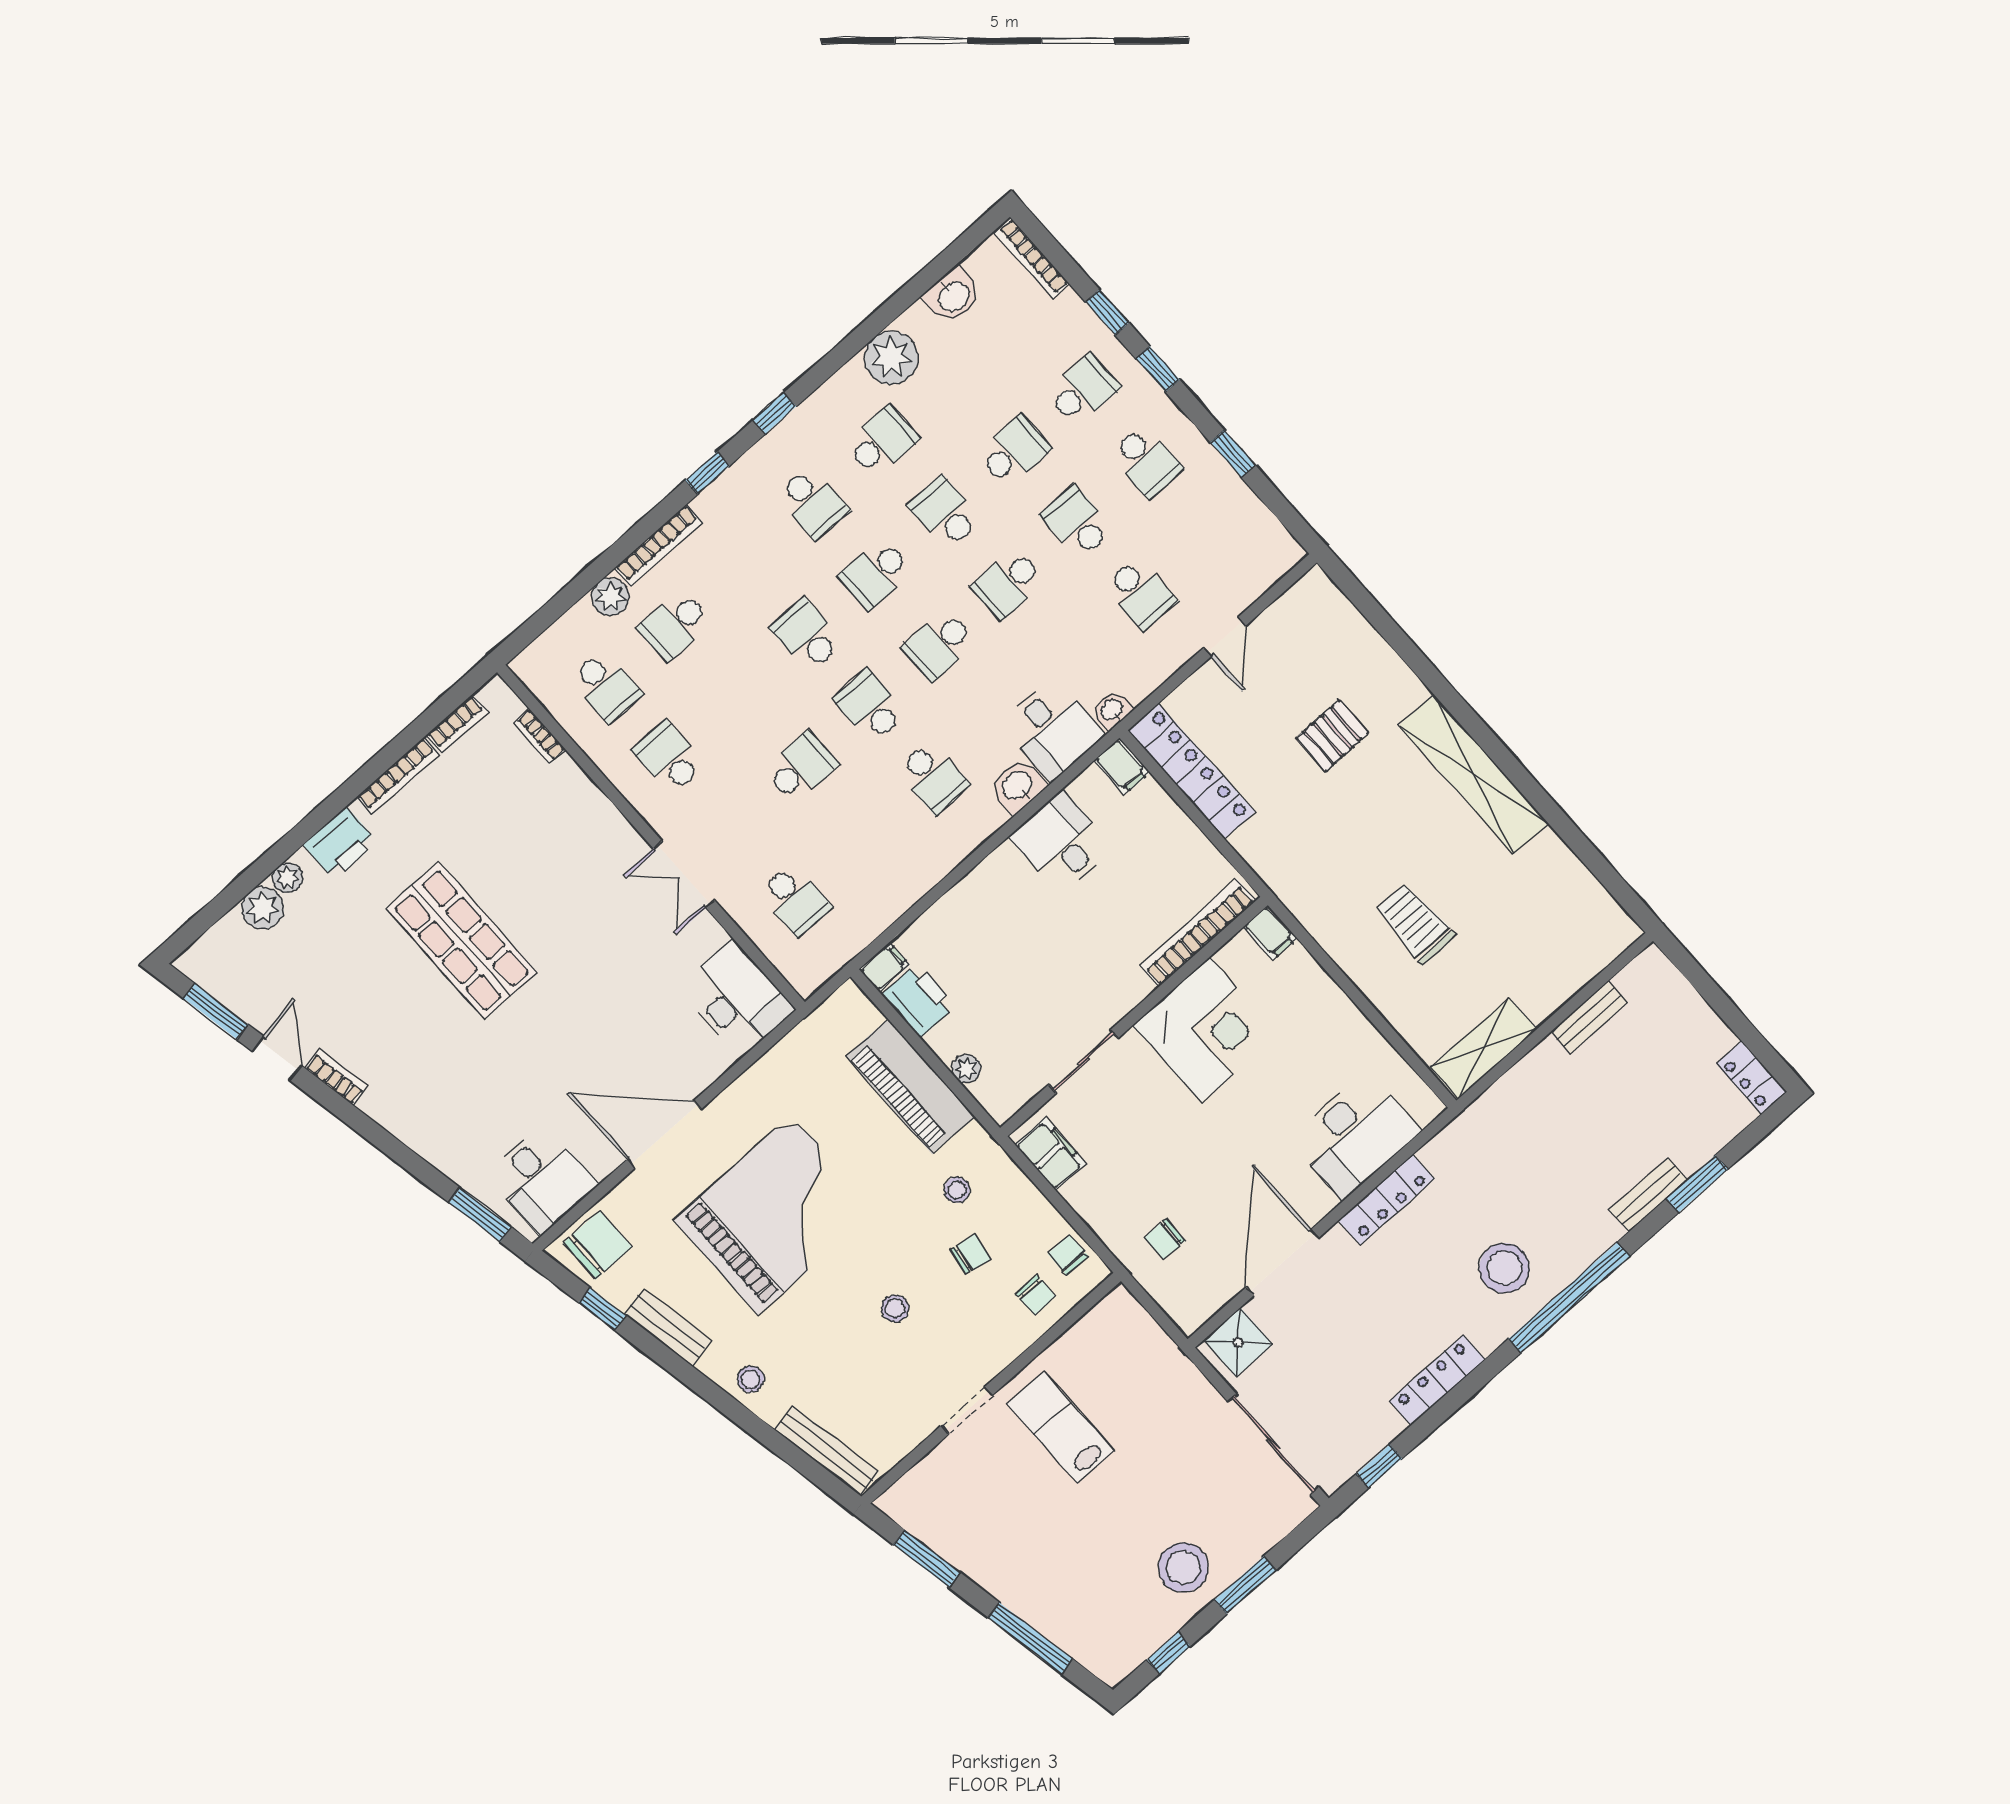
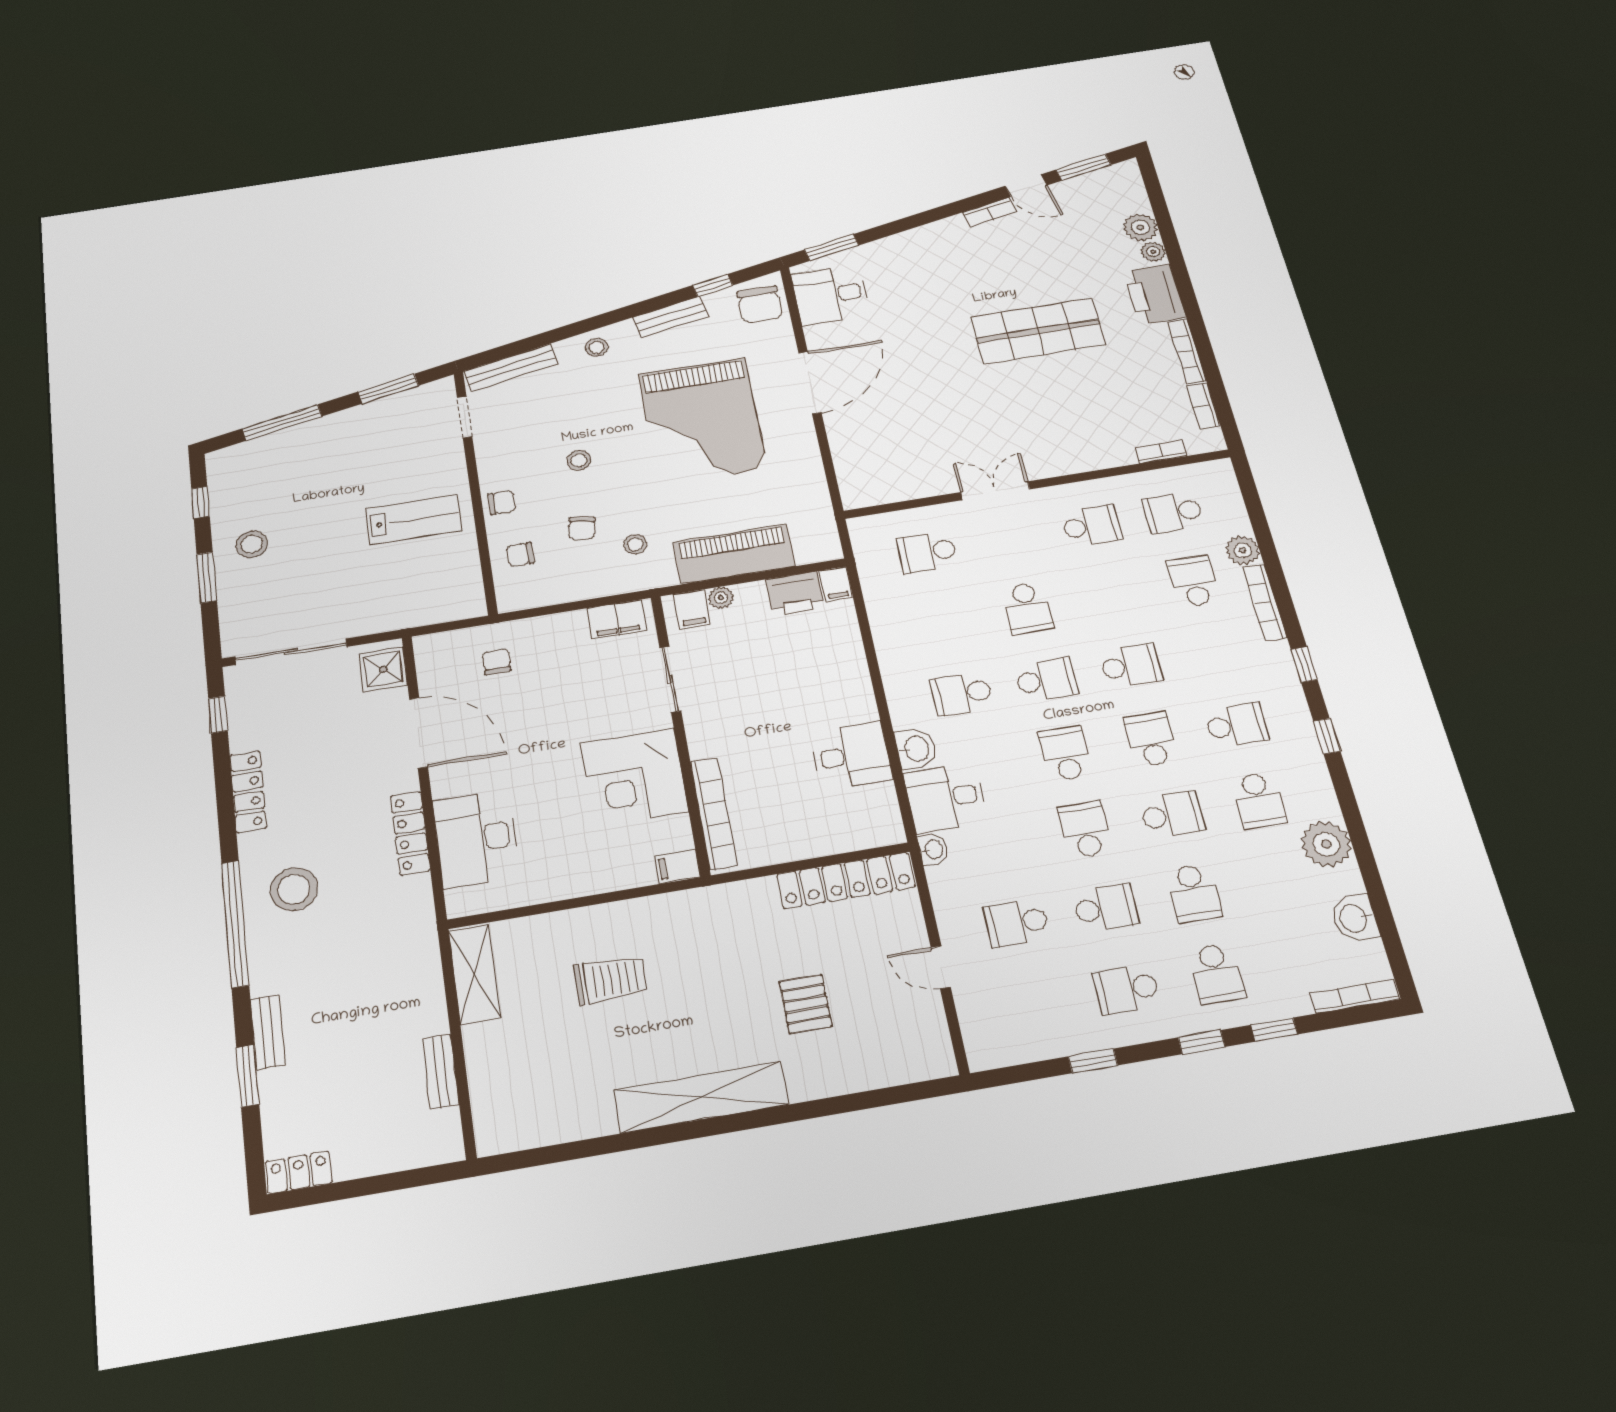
school desk: (813, 503) -> (1236, 725), turned 180
filing cabinet: (1122, 766) -> (692, 609), moved, turned -90
printer: (340, 843) -> (1155, 294), width x1.37, depth x1.19
desk: (736, 999) -> (878, 477), removed
chair: (1068, 1255) -> (502, 503), moved
doorway: (967, 1410) -> (465, 417), moved
stool: (1183, 1567) -> (252, 544), width x0.73, depth x0.73

